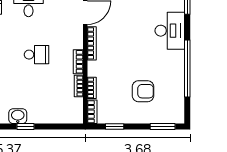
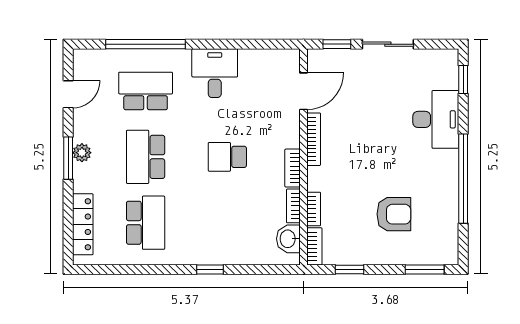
school desk: (37, 55) -> (227, 157), turned 180
washbasin: (18, 116) -> (288, 239), moved, turned -90

